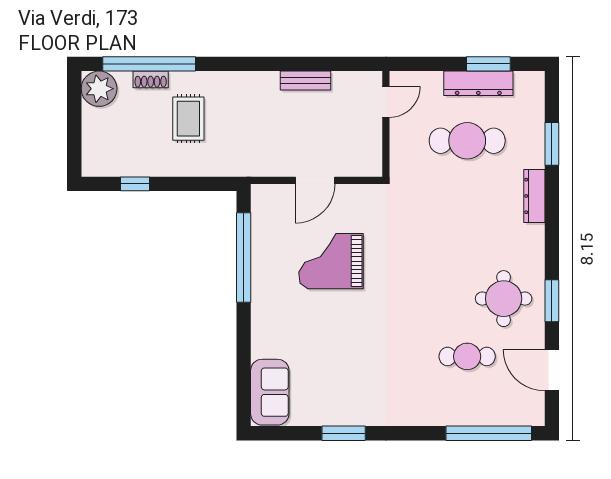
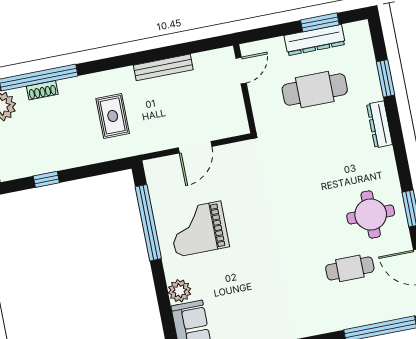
bench: (305, 81) -> (163, 67), width x1.36
rug: (188, 119) -> (113, 116), moved
grand piano: (331, 261) -> (198, 229), moved
plant: (264, 344) -> (180, 291), added

